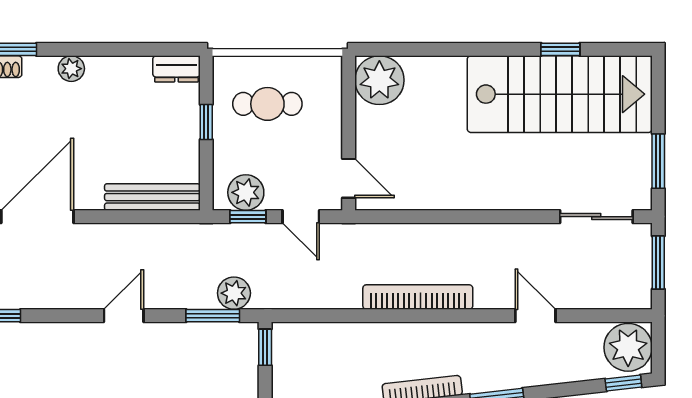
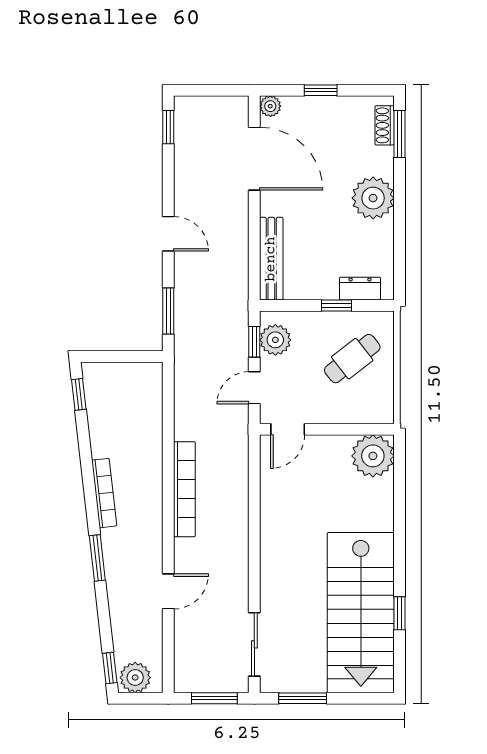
plant: (71, 69) -> (373, 198), width x1.88, depth x1.88
dresser: (176, 69) -> (360, 289), moved, turned 90
cafe table: (267, 104) -> (352, 359), turned 52
plant: (234, 293) -> (188, 329), removed
window: (265, 347) -> (141, 357), removed
plant: (628, 347) -> (135, 678), width x0.73, depth x0.73

